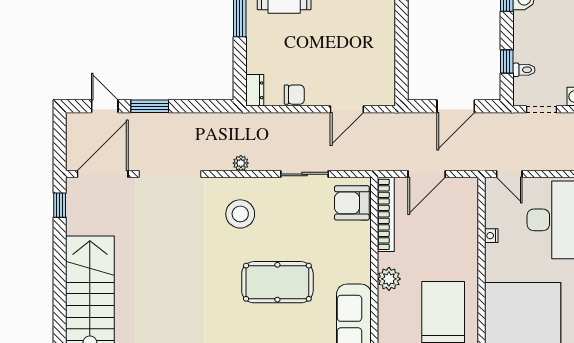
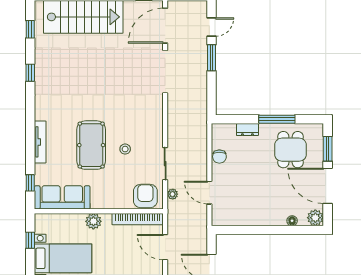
dresser: (255, 90) -> (247, 130), moved
plant: (241, 163) -> (173, 194), moved
door: (103, 174) -> (165, 26), swing flipped
stool: (240, 214) -> (125, 149), moved, width x0.53, depth x0.53

